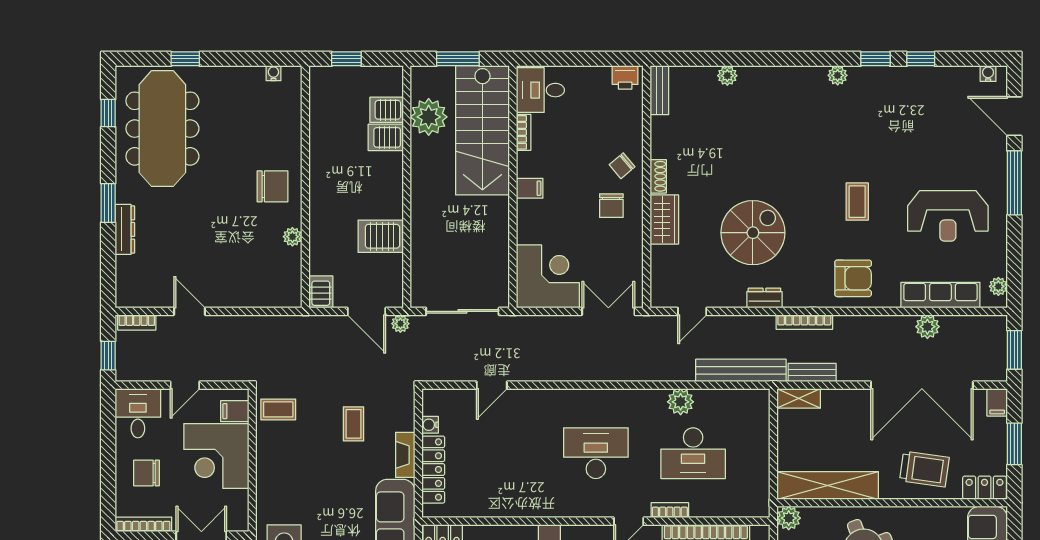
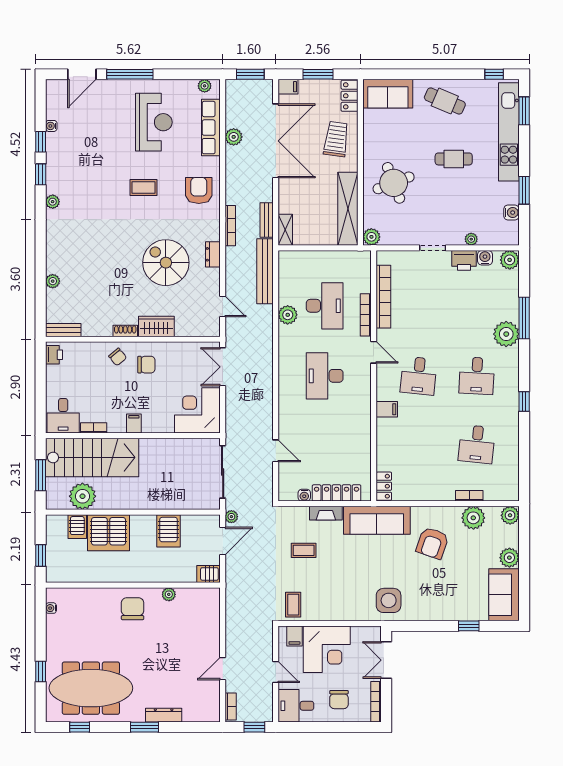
water cooler: (988, 74) -> (51, 126), moved
server rack: (386, 137) -> (108, 533), width x2.18, depth x1.44
bookcase: (670, 510) -> (366, 315), width x1.56

